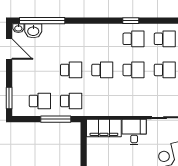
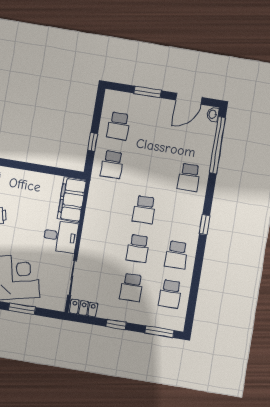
window: (131, 21) -> (205, 225), moved
washbasin: (33, 31) -> (206, 132), removed
school desk: (71, 70) -> (189, 177), moved
window: (9, 98) -> (148, 92), moved
window: (56, 119) -> (93, 142), width x0.46

